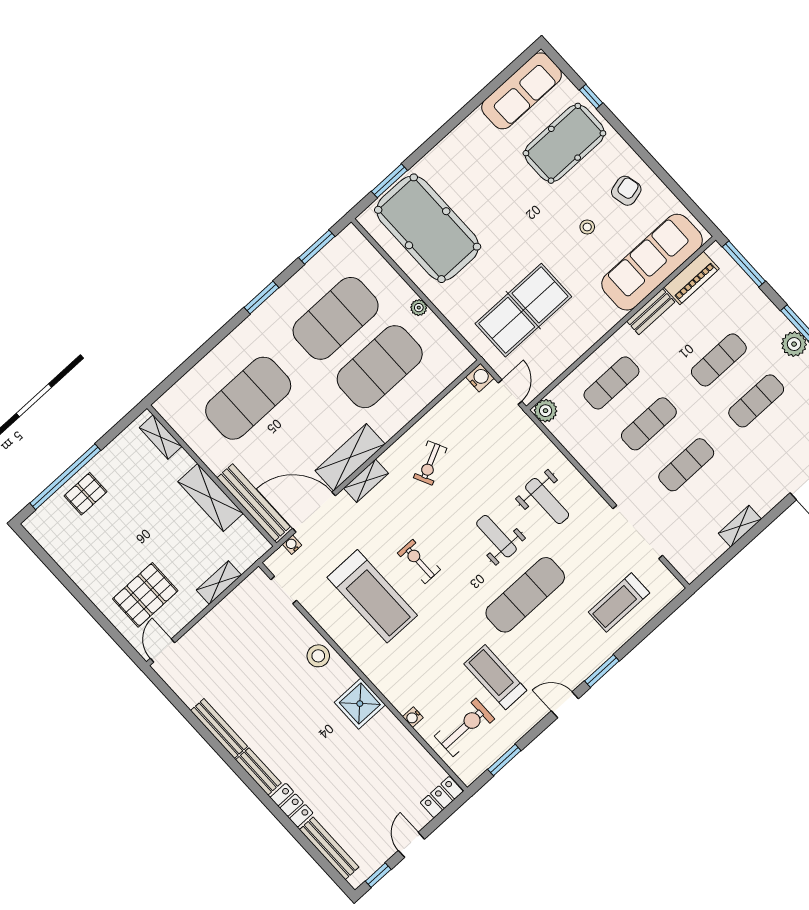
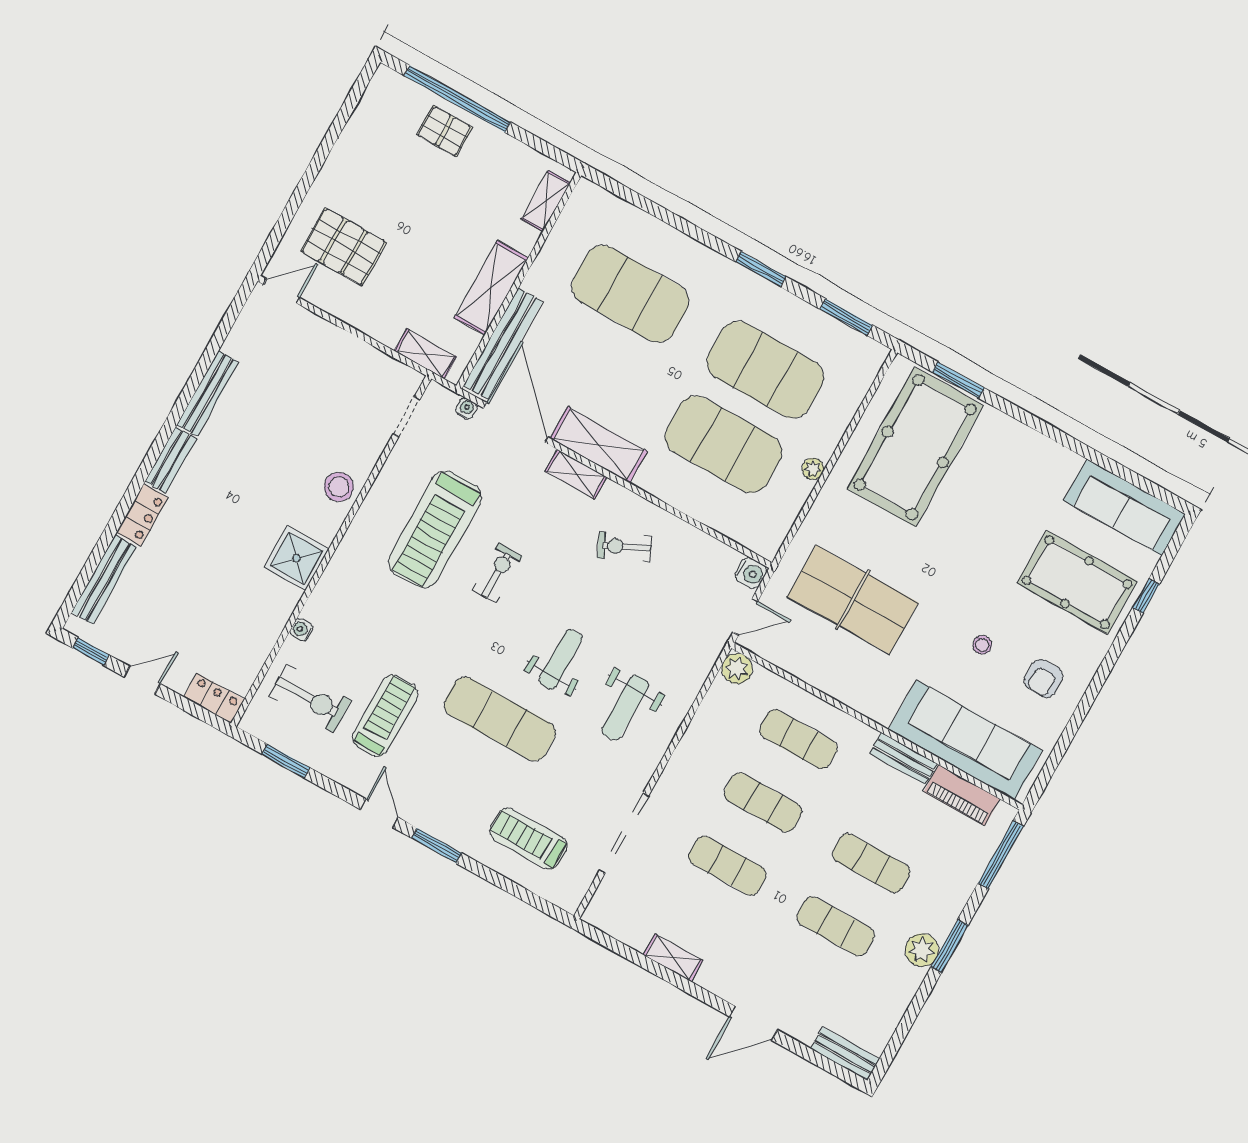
armchair: (626, 191) -> (1043, 678), turned 104
shelving: (219, 583) -> (425, 354), moved

